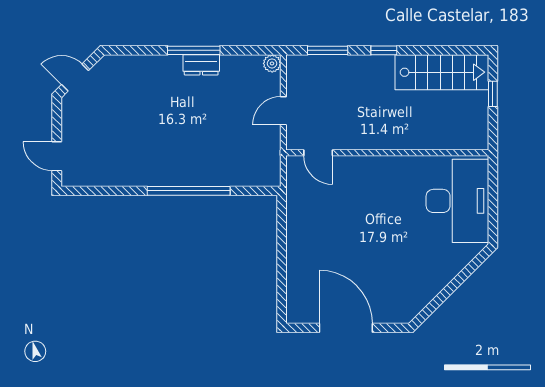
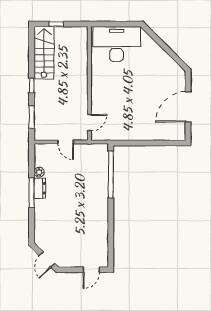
plant: (272, 63) -> (39, 172), moved
window: (189, 191) -> (111, 174), moved

